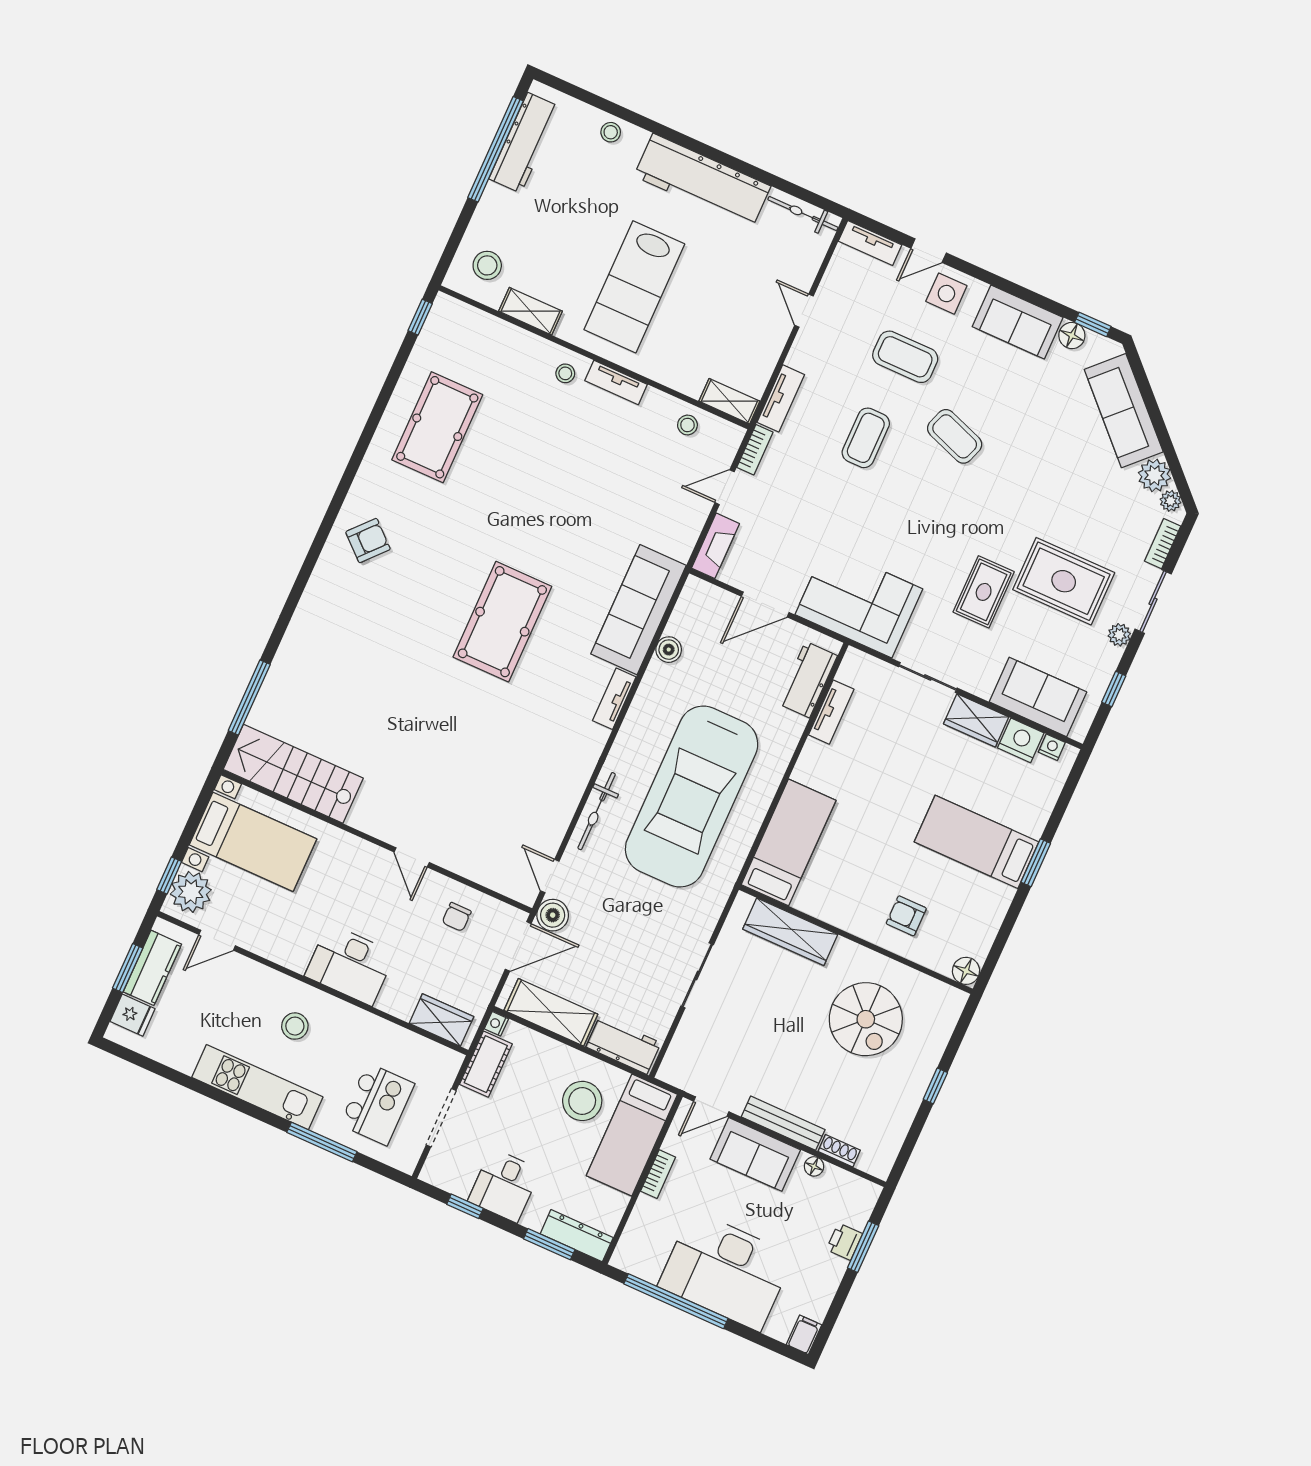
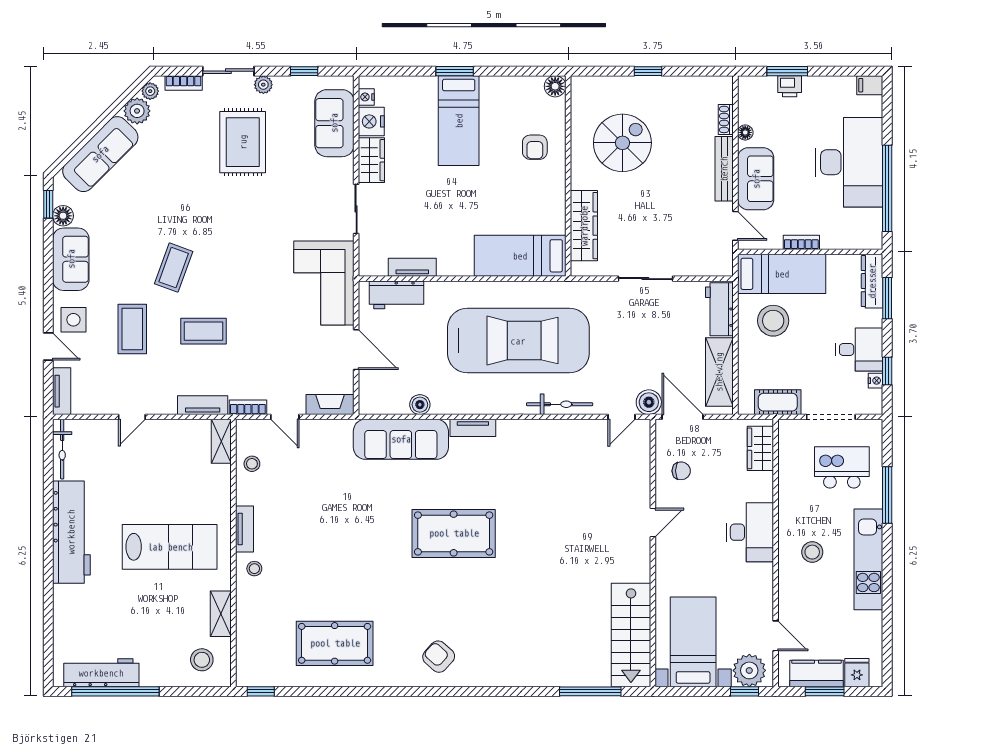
stool: (611, 132) -> (66, 614), removed
rug: (984, 592) -> (276, 196), removed
nightstand: (496, 1024) -> (875, 381), moved, turned -90

